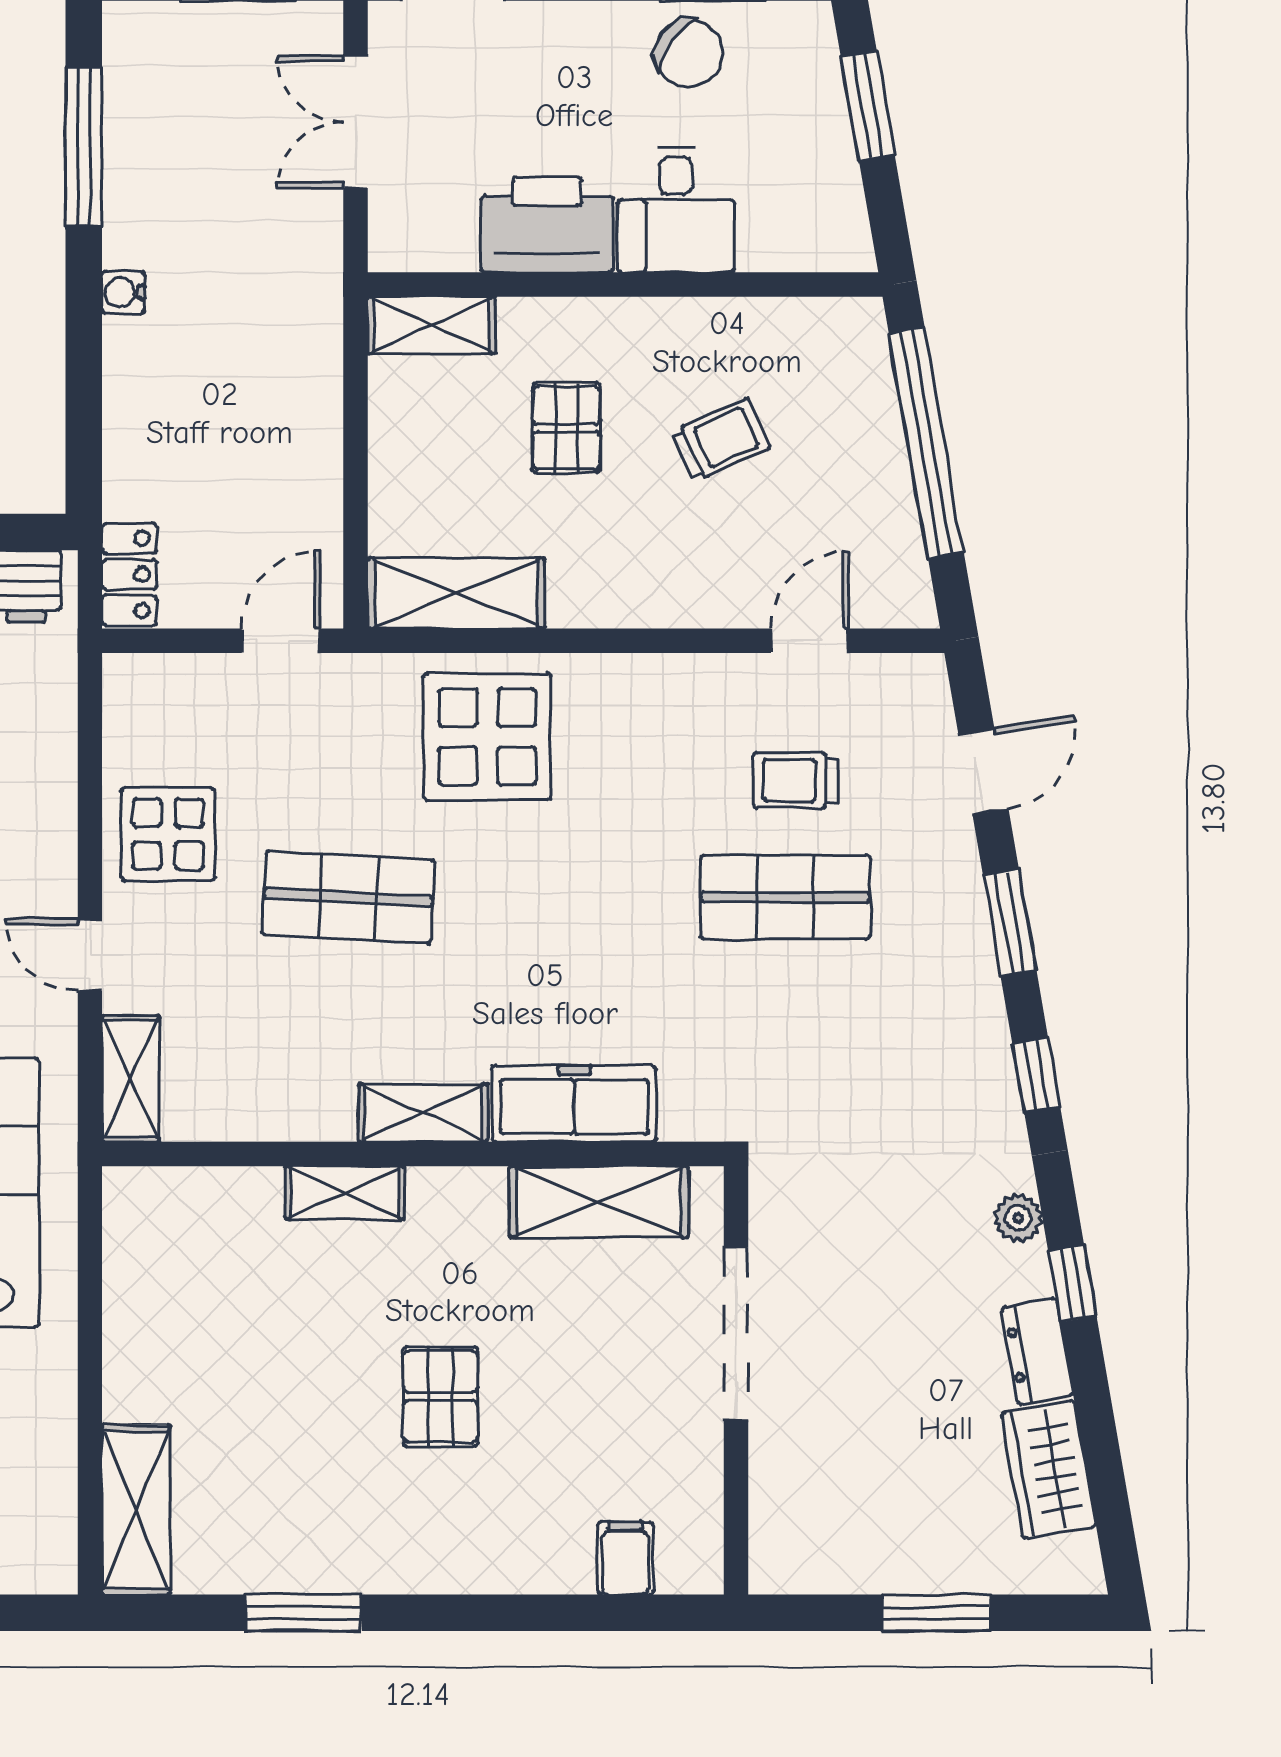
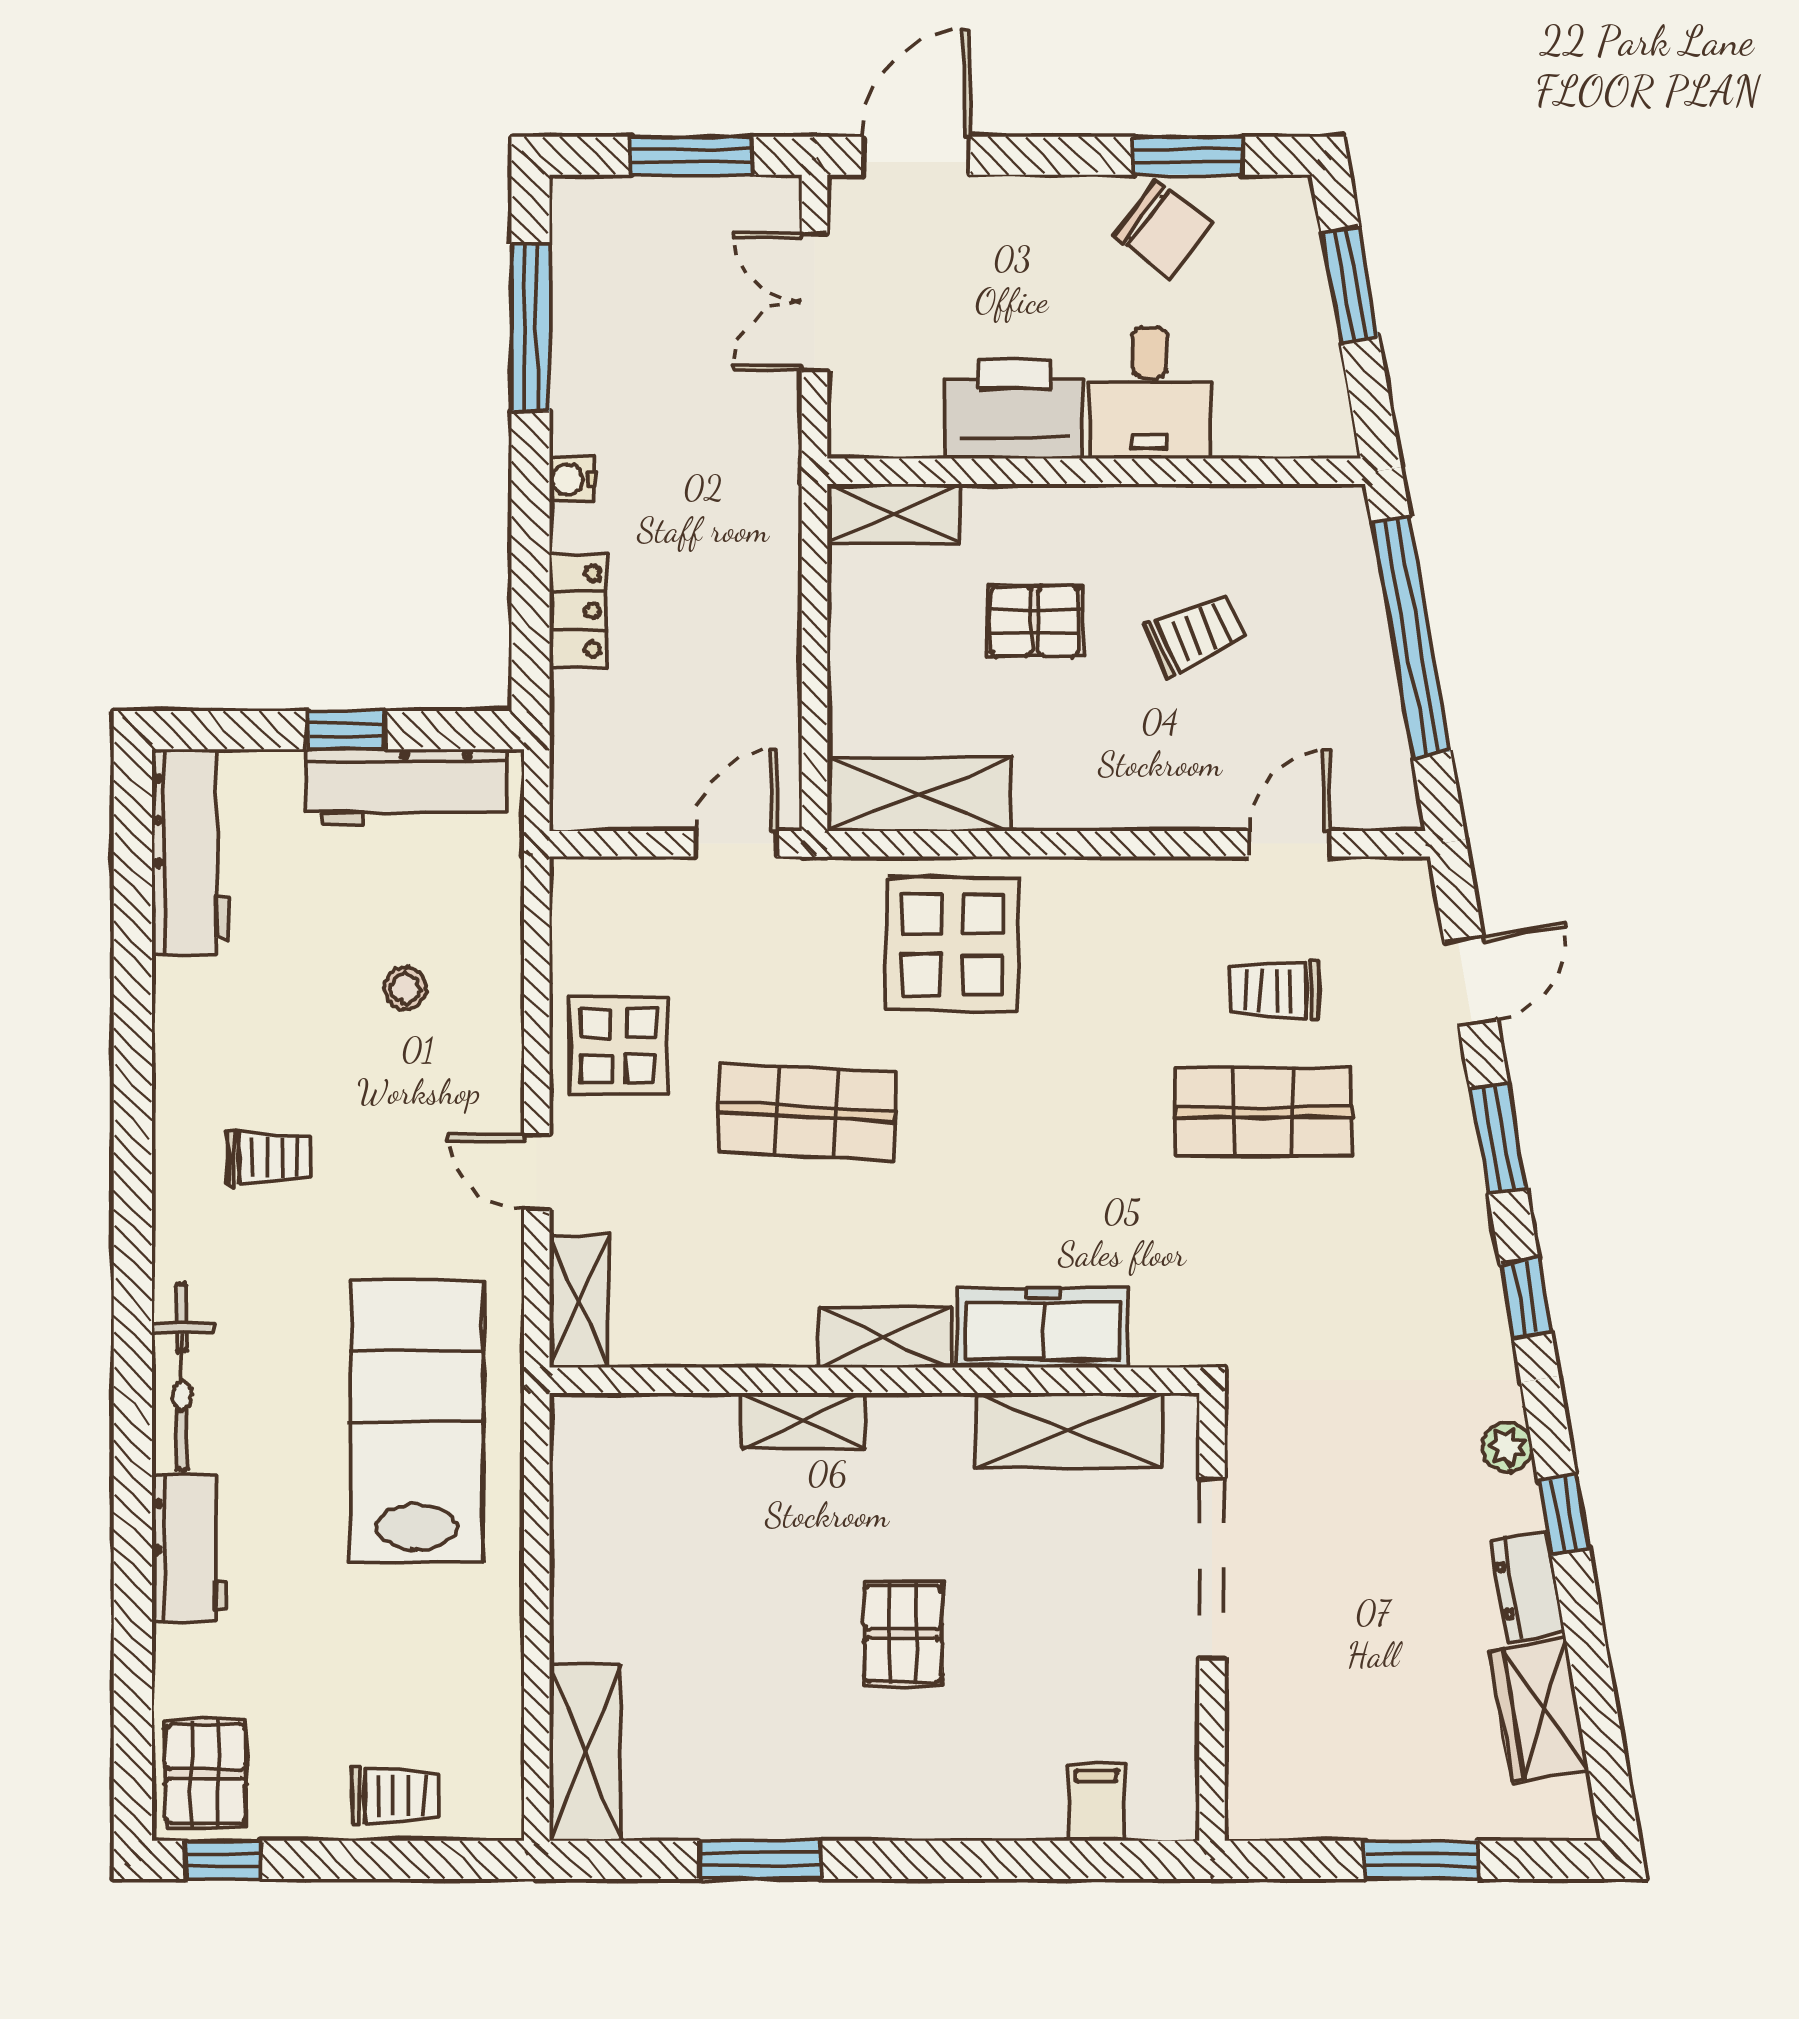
pallet: (566, 428) -> (1035, 621), turned 90
locker: (129, 574) -> (578, 611), moved

